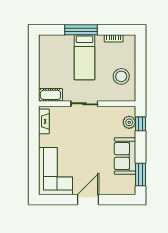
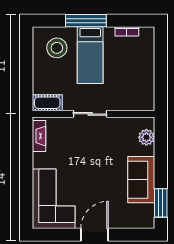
stool: (121, 76) -> (57, 48), moved
window: (141, 124) -> (161, 139), removed

